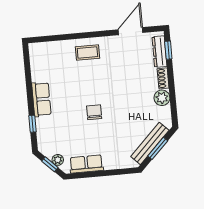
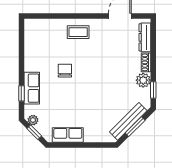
window: (168, 50) -> (153, 90), moved
row of seats: (41, 99) -> (32, 88), moved
chair: (94, 112) -> (65, 71), moved
plant: (58, 160) -> (33, 120), moved

